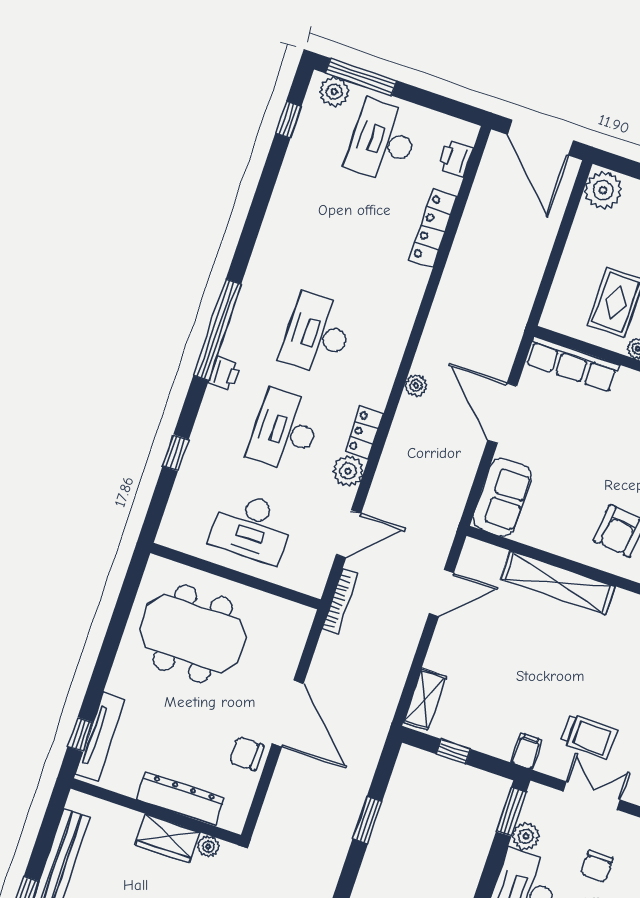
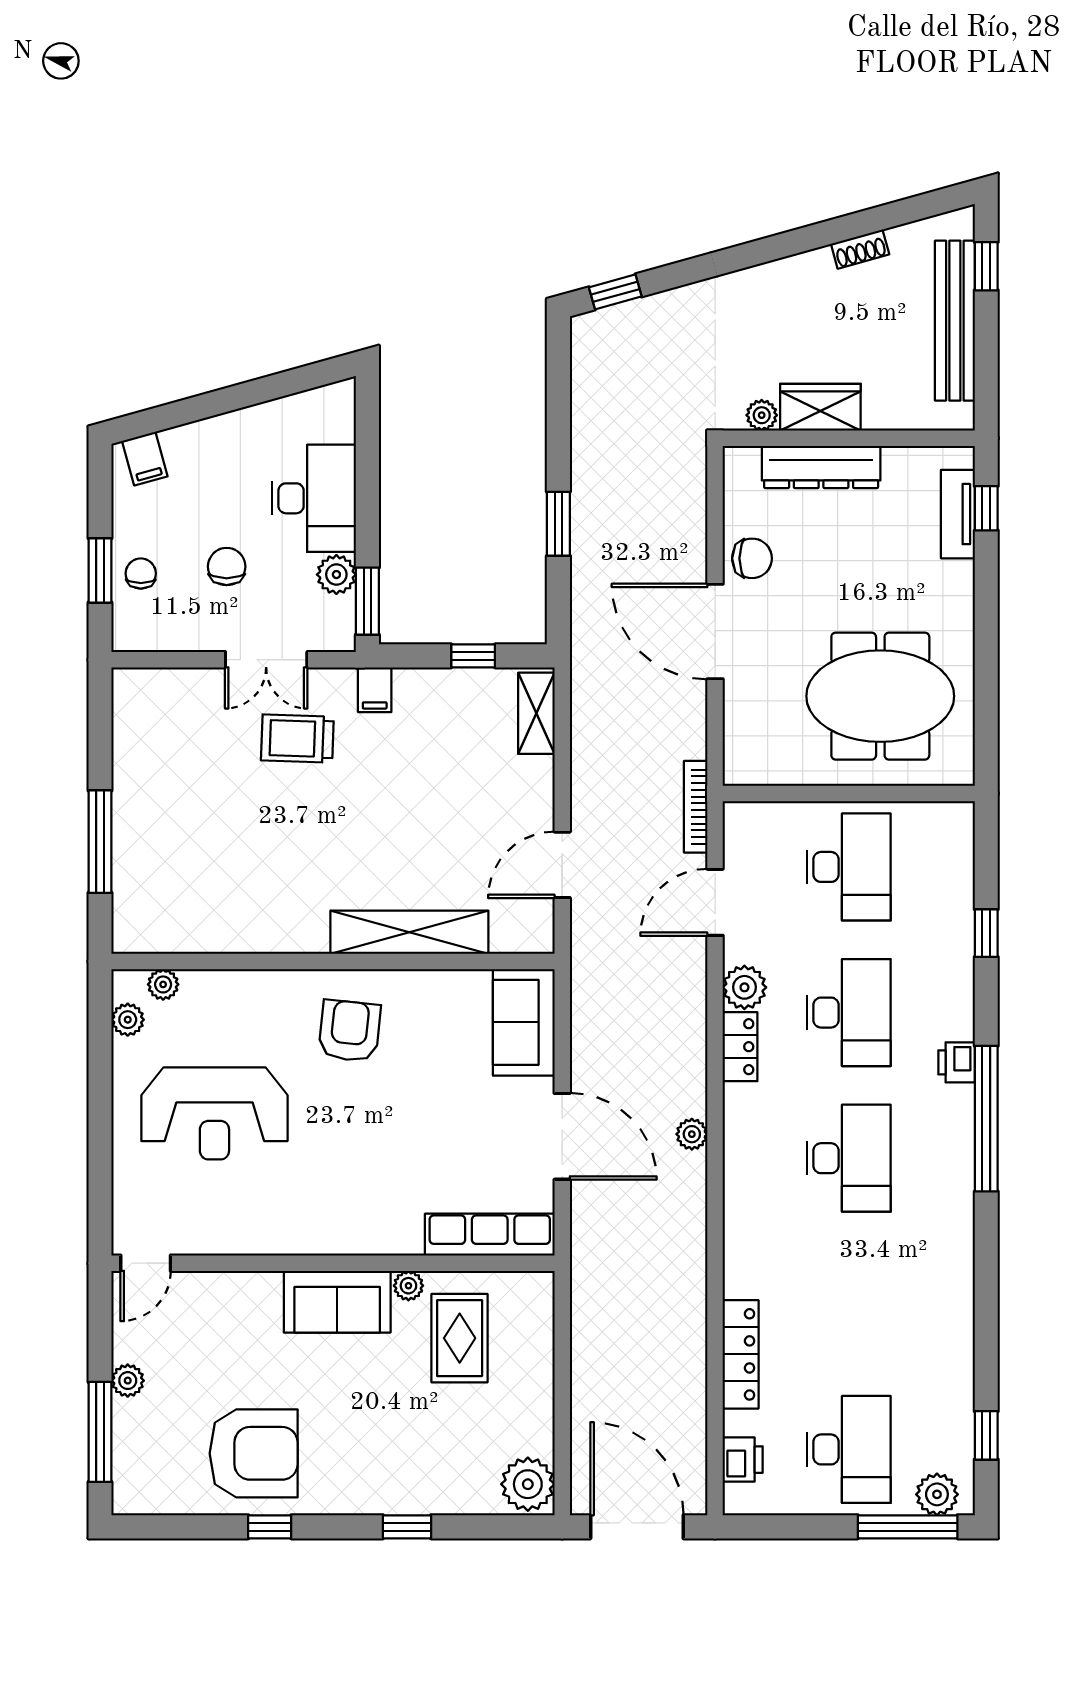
desk: (252, 527) -> (849, 867), turned 90
tv unit: (100, 737) -> (958, 514), width x0.71

